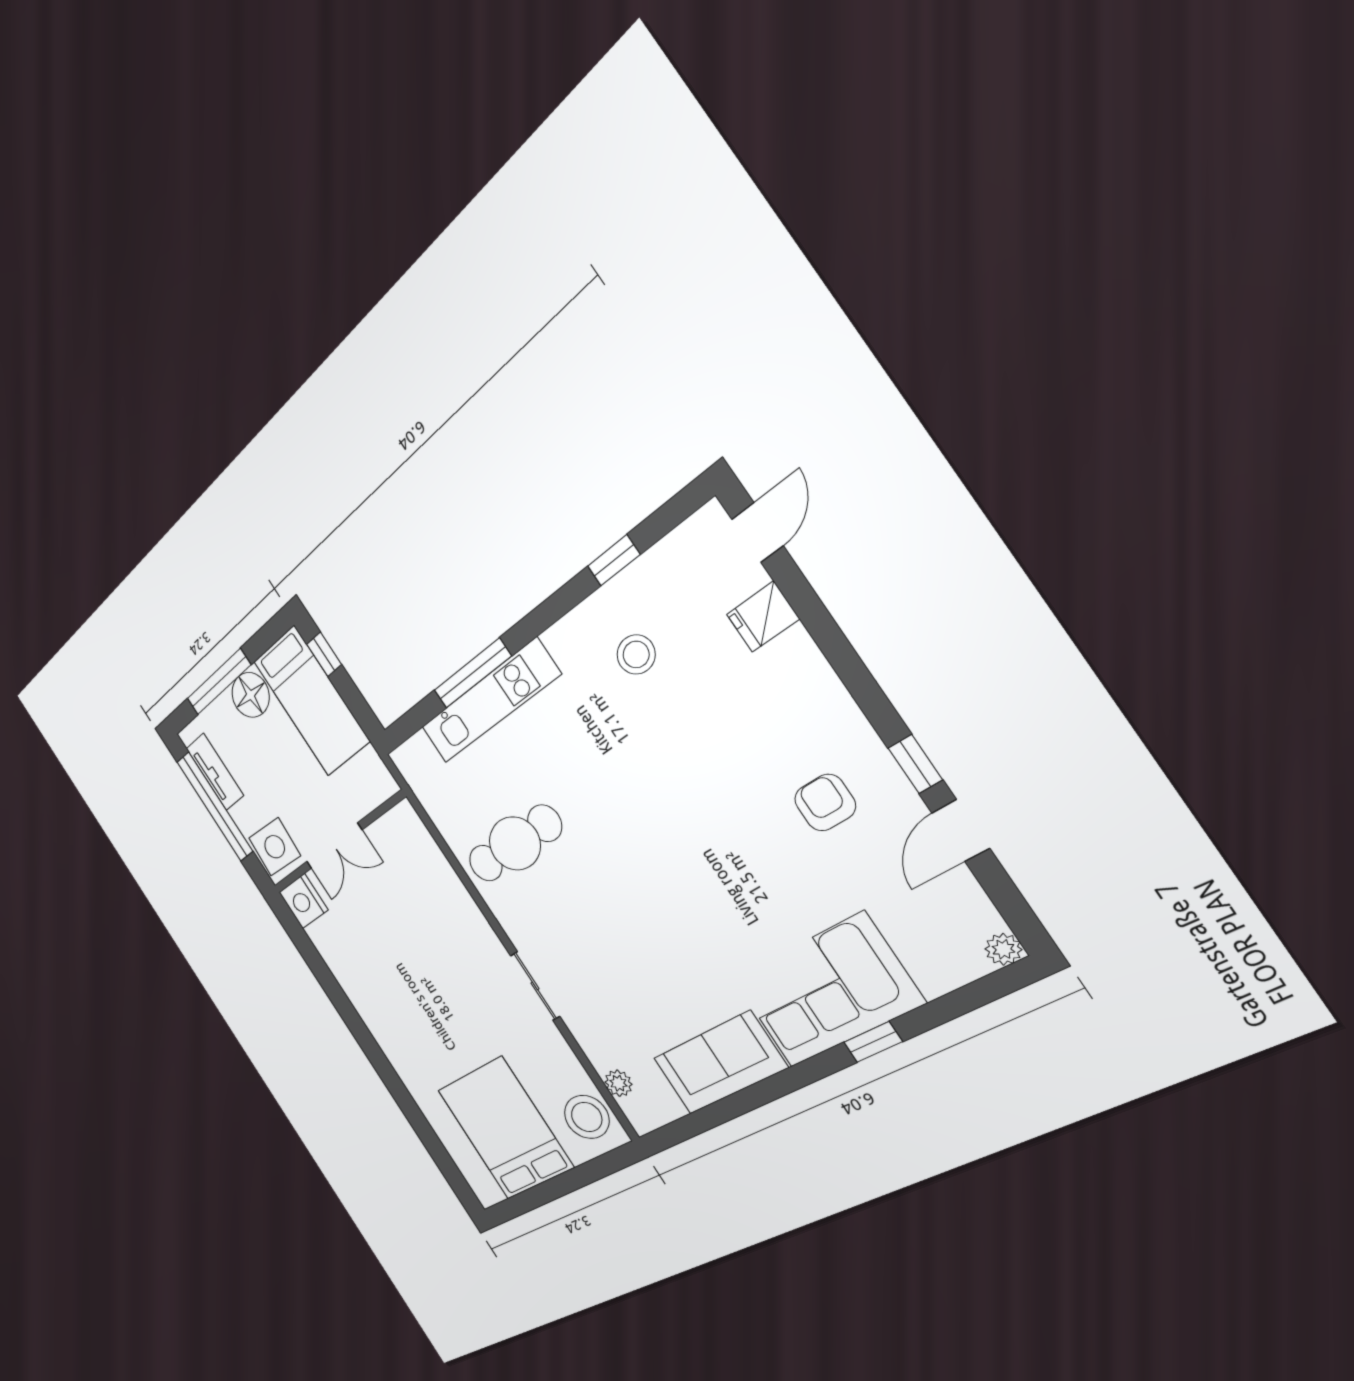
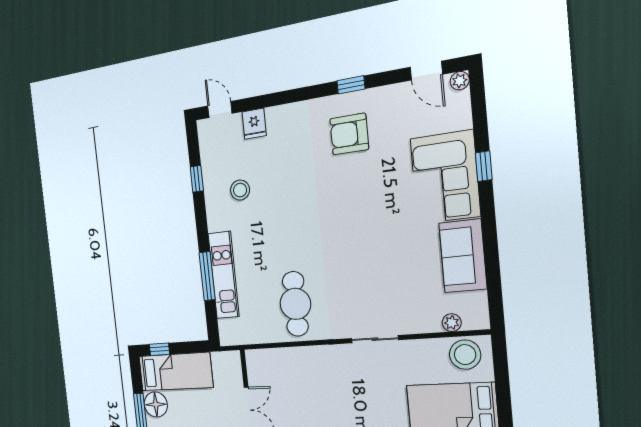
armchair: (825, 803) -> (349, 134), width x1.38, depth x1.38
door: (961, 831) -> (426, 71), moved

